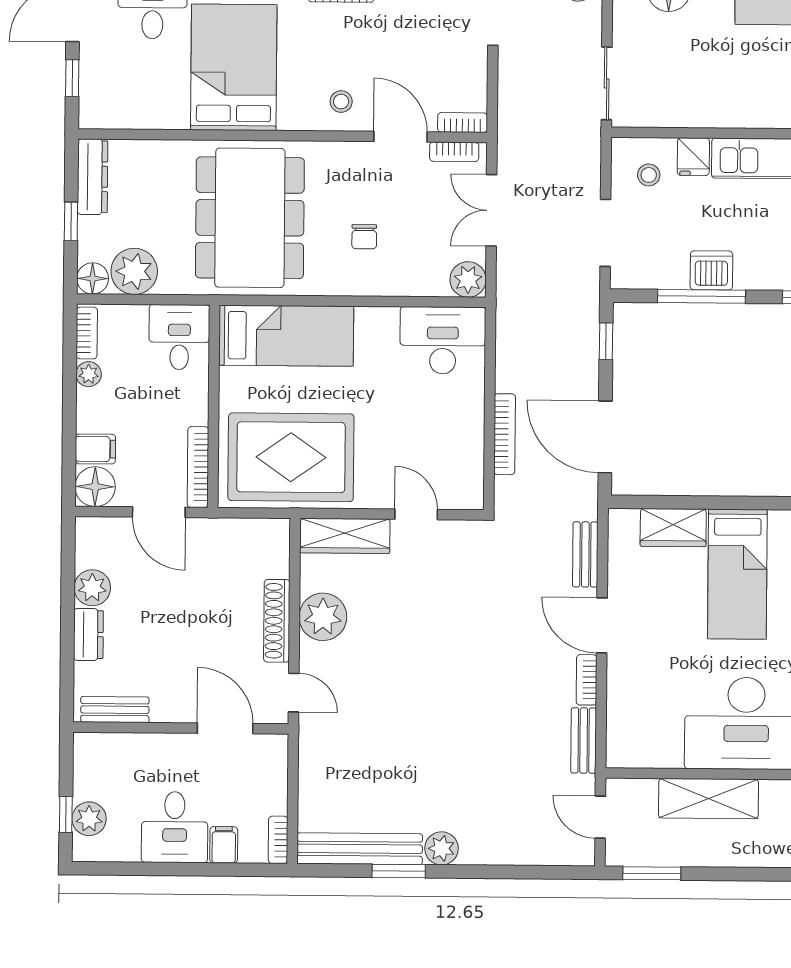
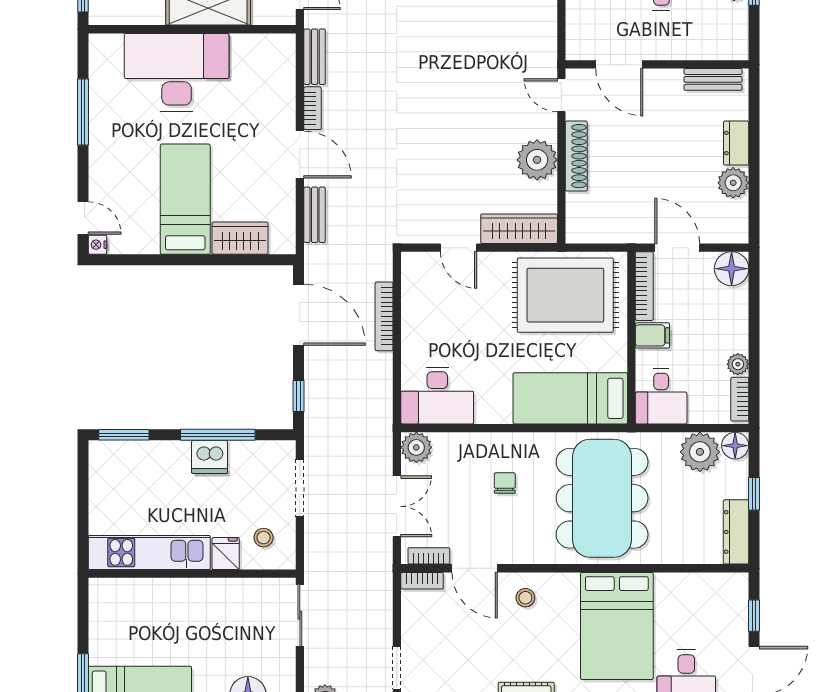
filing cabinet: (95, 449) -> (652, 335), moved, turned 180

